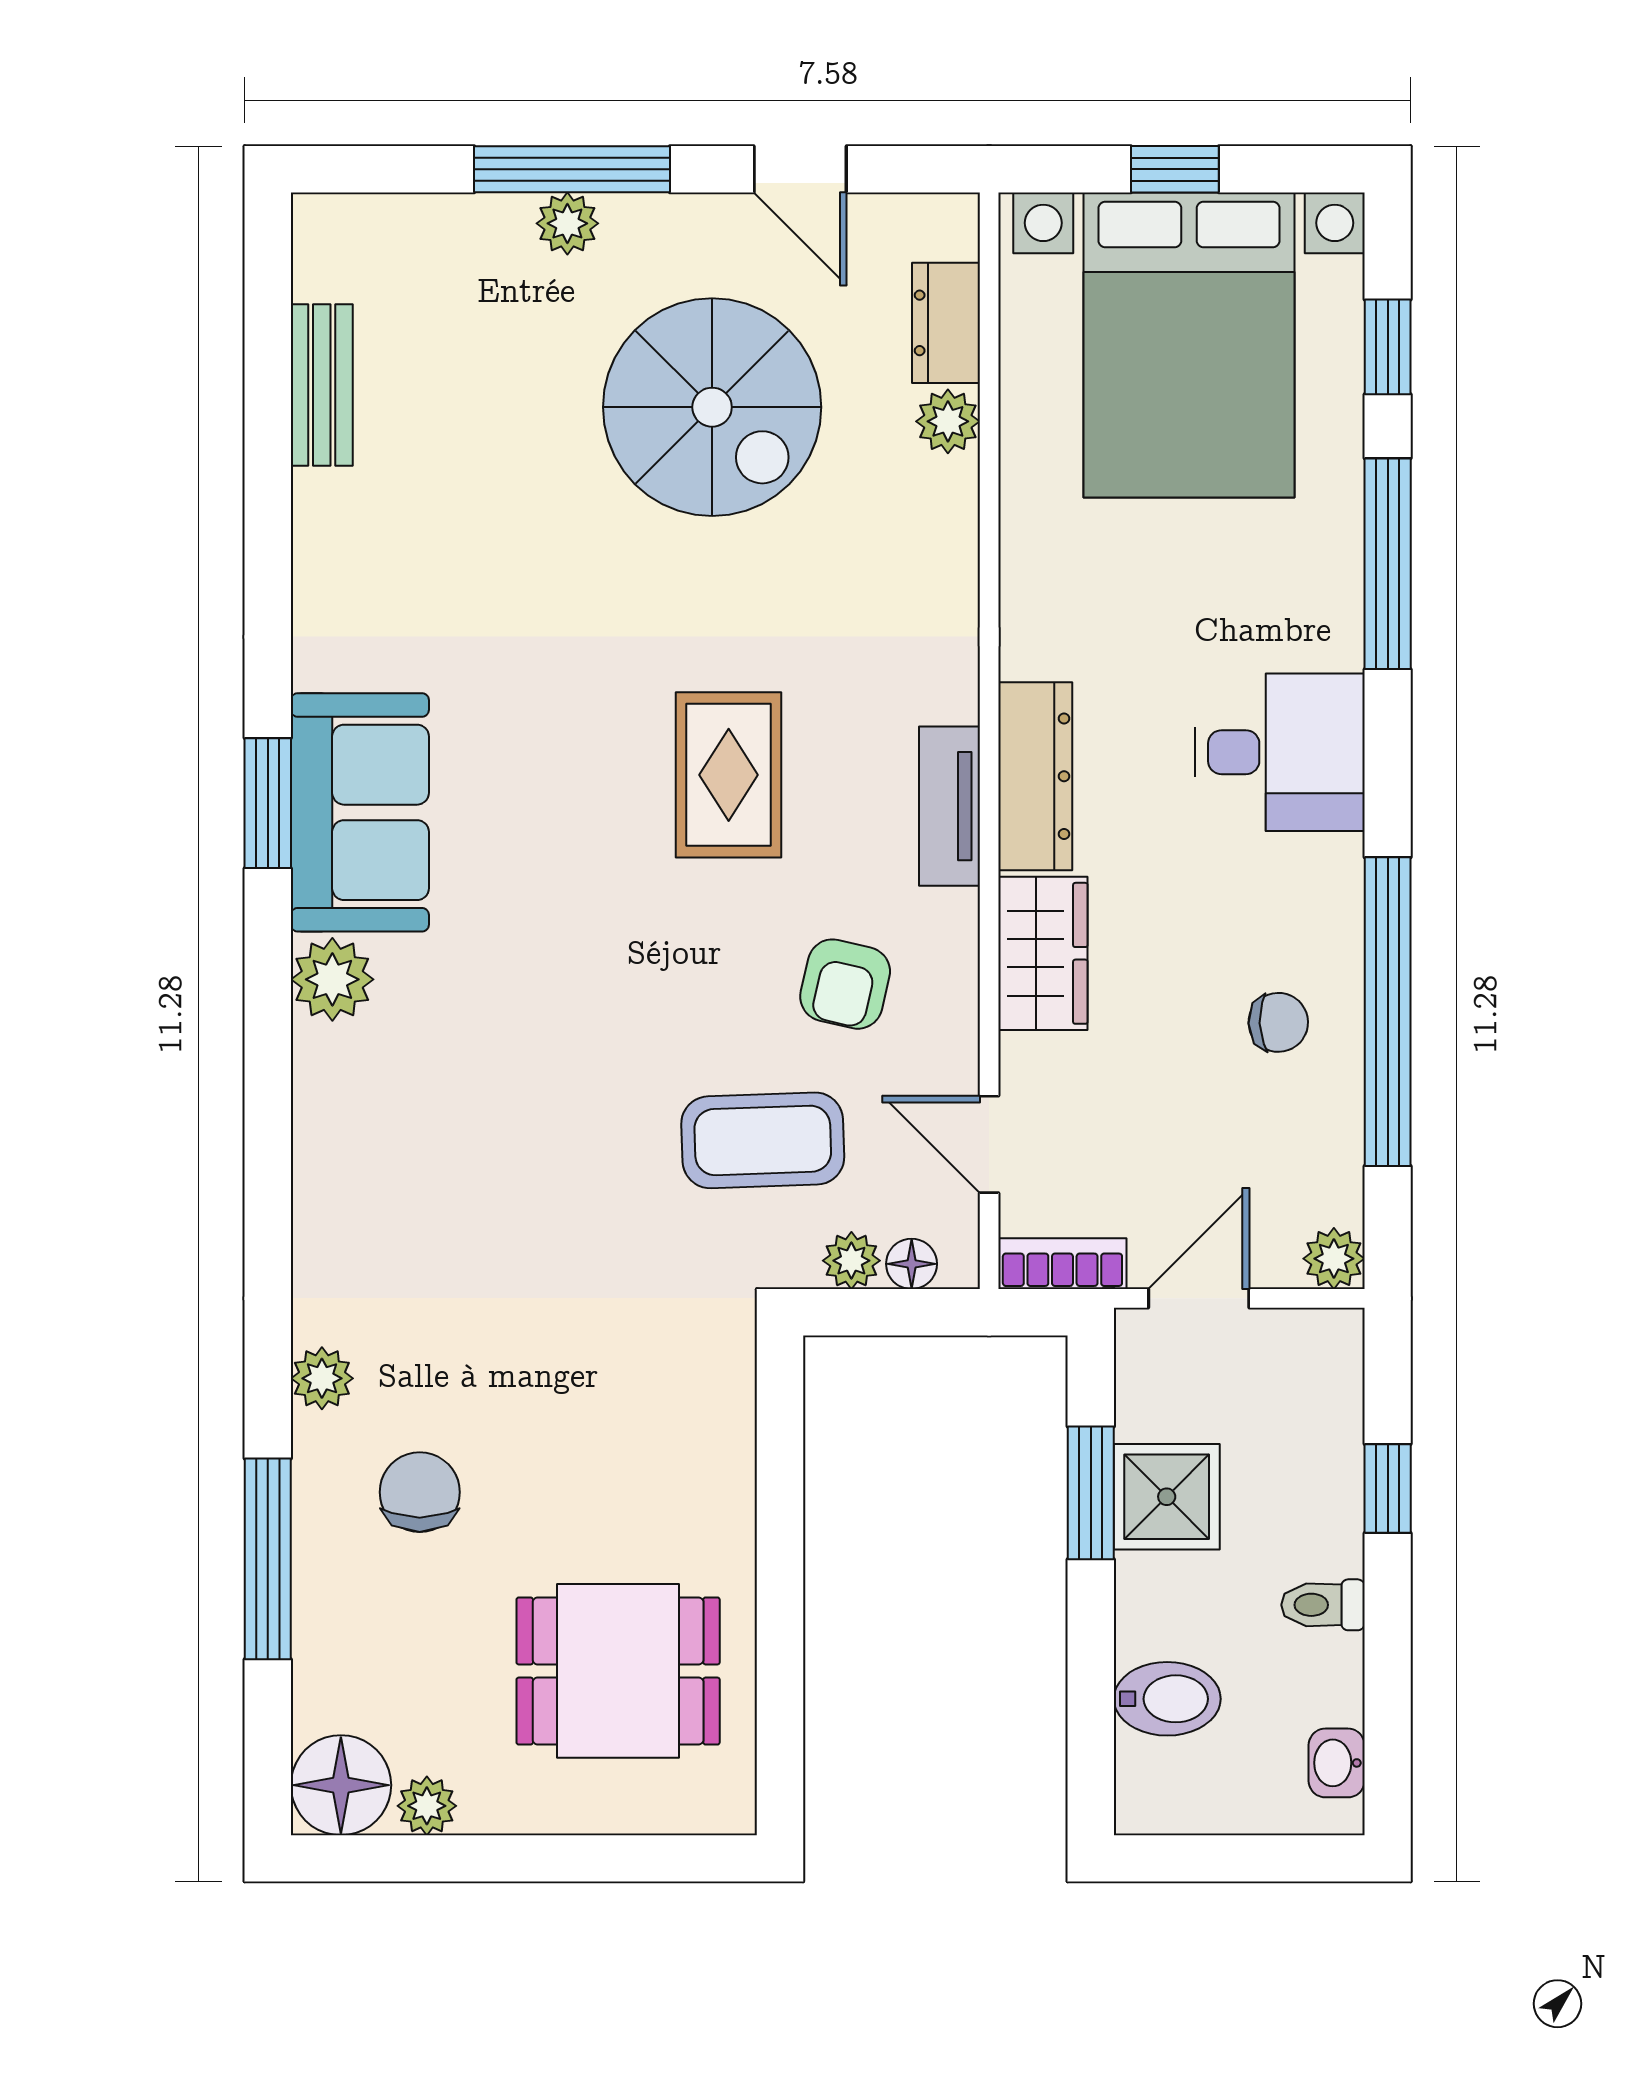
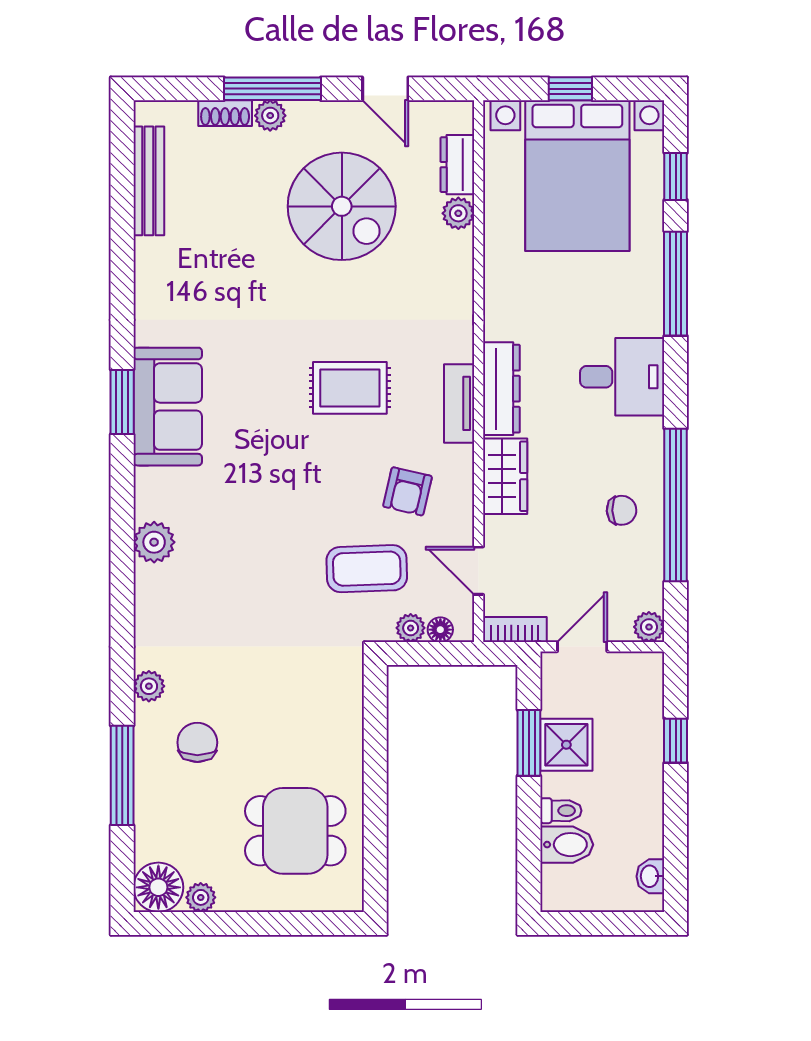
shoe rack: (476, 219) -> (225, 113), added
bench: (322, 385) -> (149, 181), width x1.36
rug: (729, 775) -> (350, 388), turned 90
plant: (332, 979) -> (154, 542), moved
toilet: (1323, 1605) -> (561, 811), moved, turned 180

